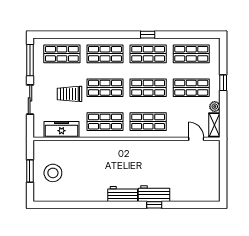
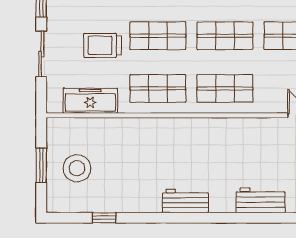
workbench: (154, 194) -> (261, 200), moved
window: (154, 205) -> (104, 218), moved

